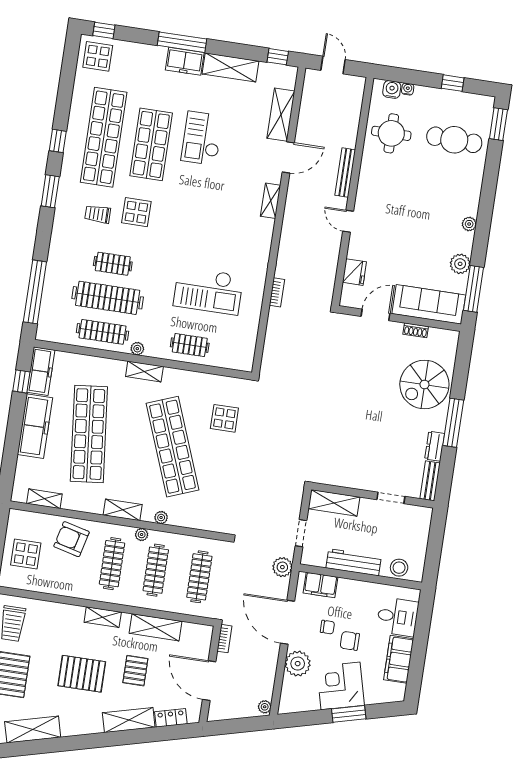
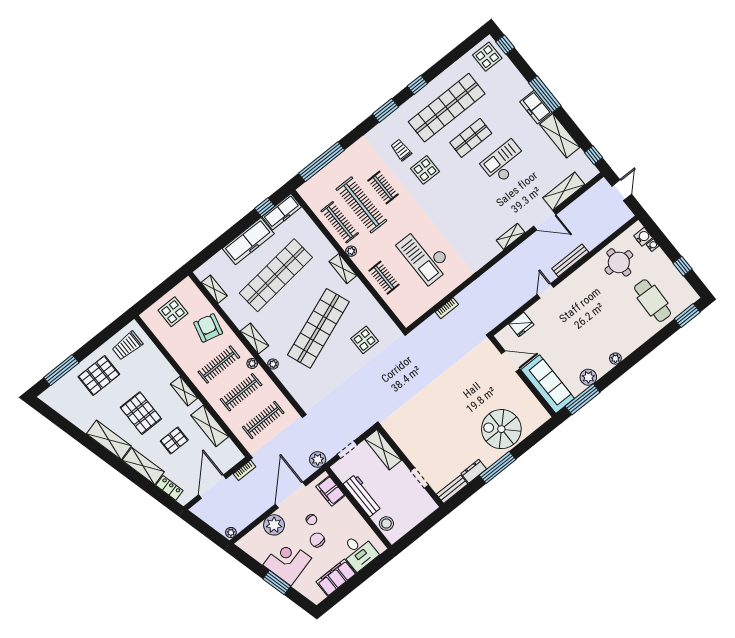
shop shelf: (151, 144) -> (471, 138), width x0.70, depth x0.74
bookcase: (277, 292) -> (447, 308), moved
shoe rack: (416, 330) -> (526, 392), removed
shelving: (33, 730) -> (109, 440), moved

